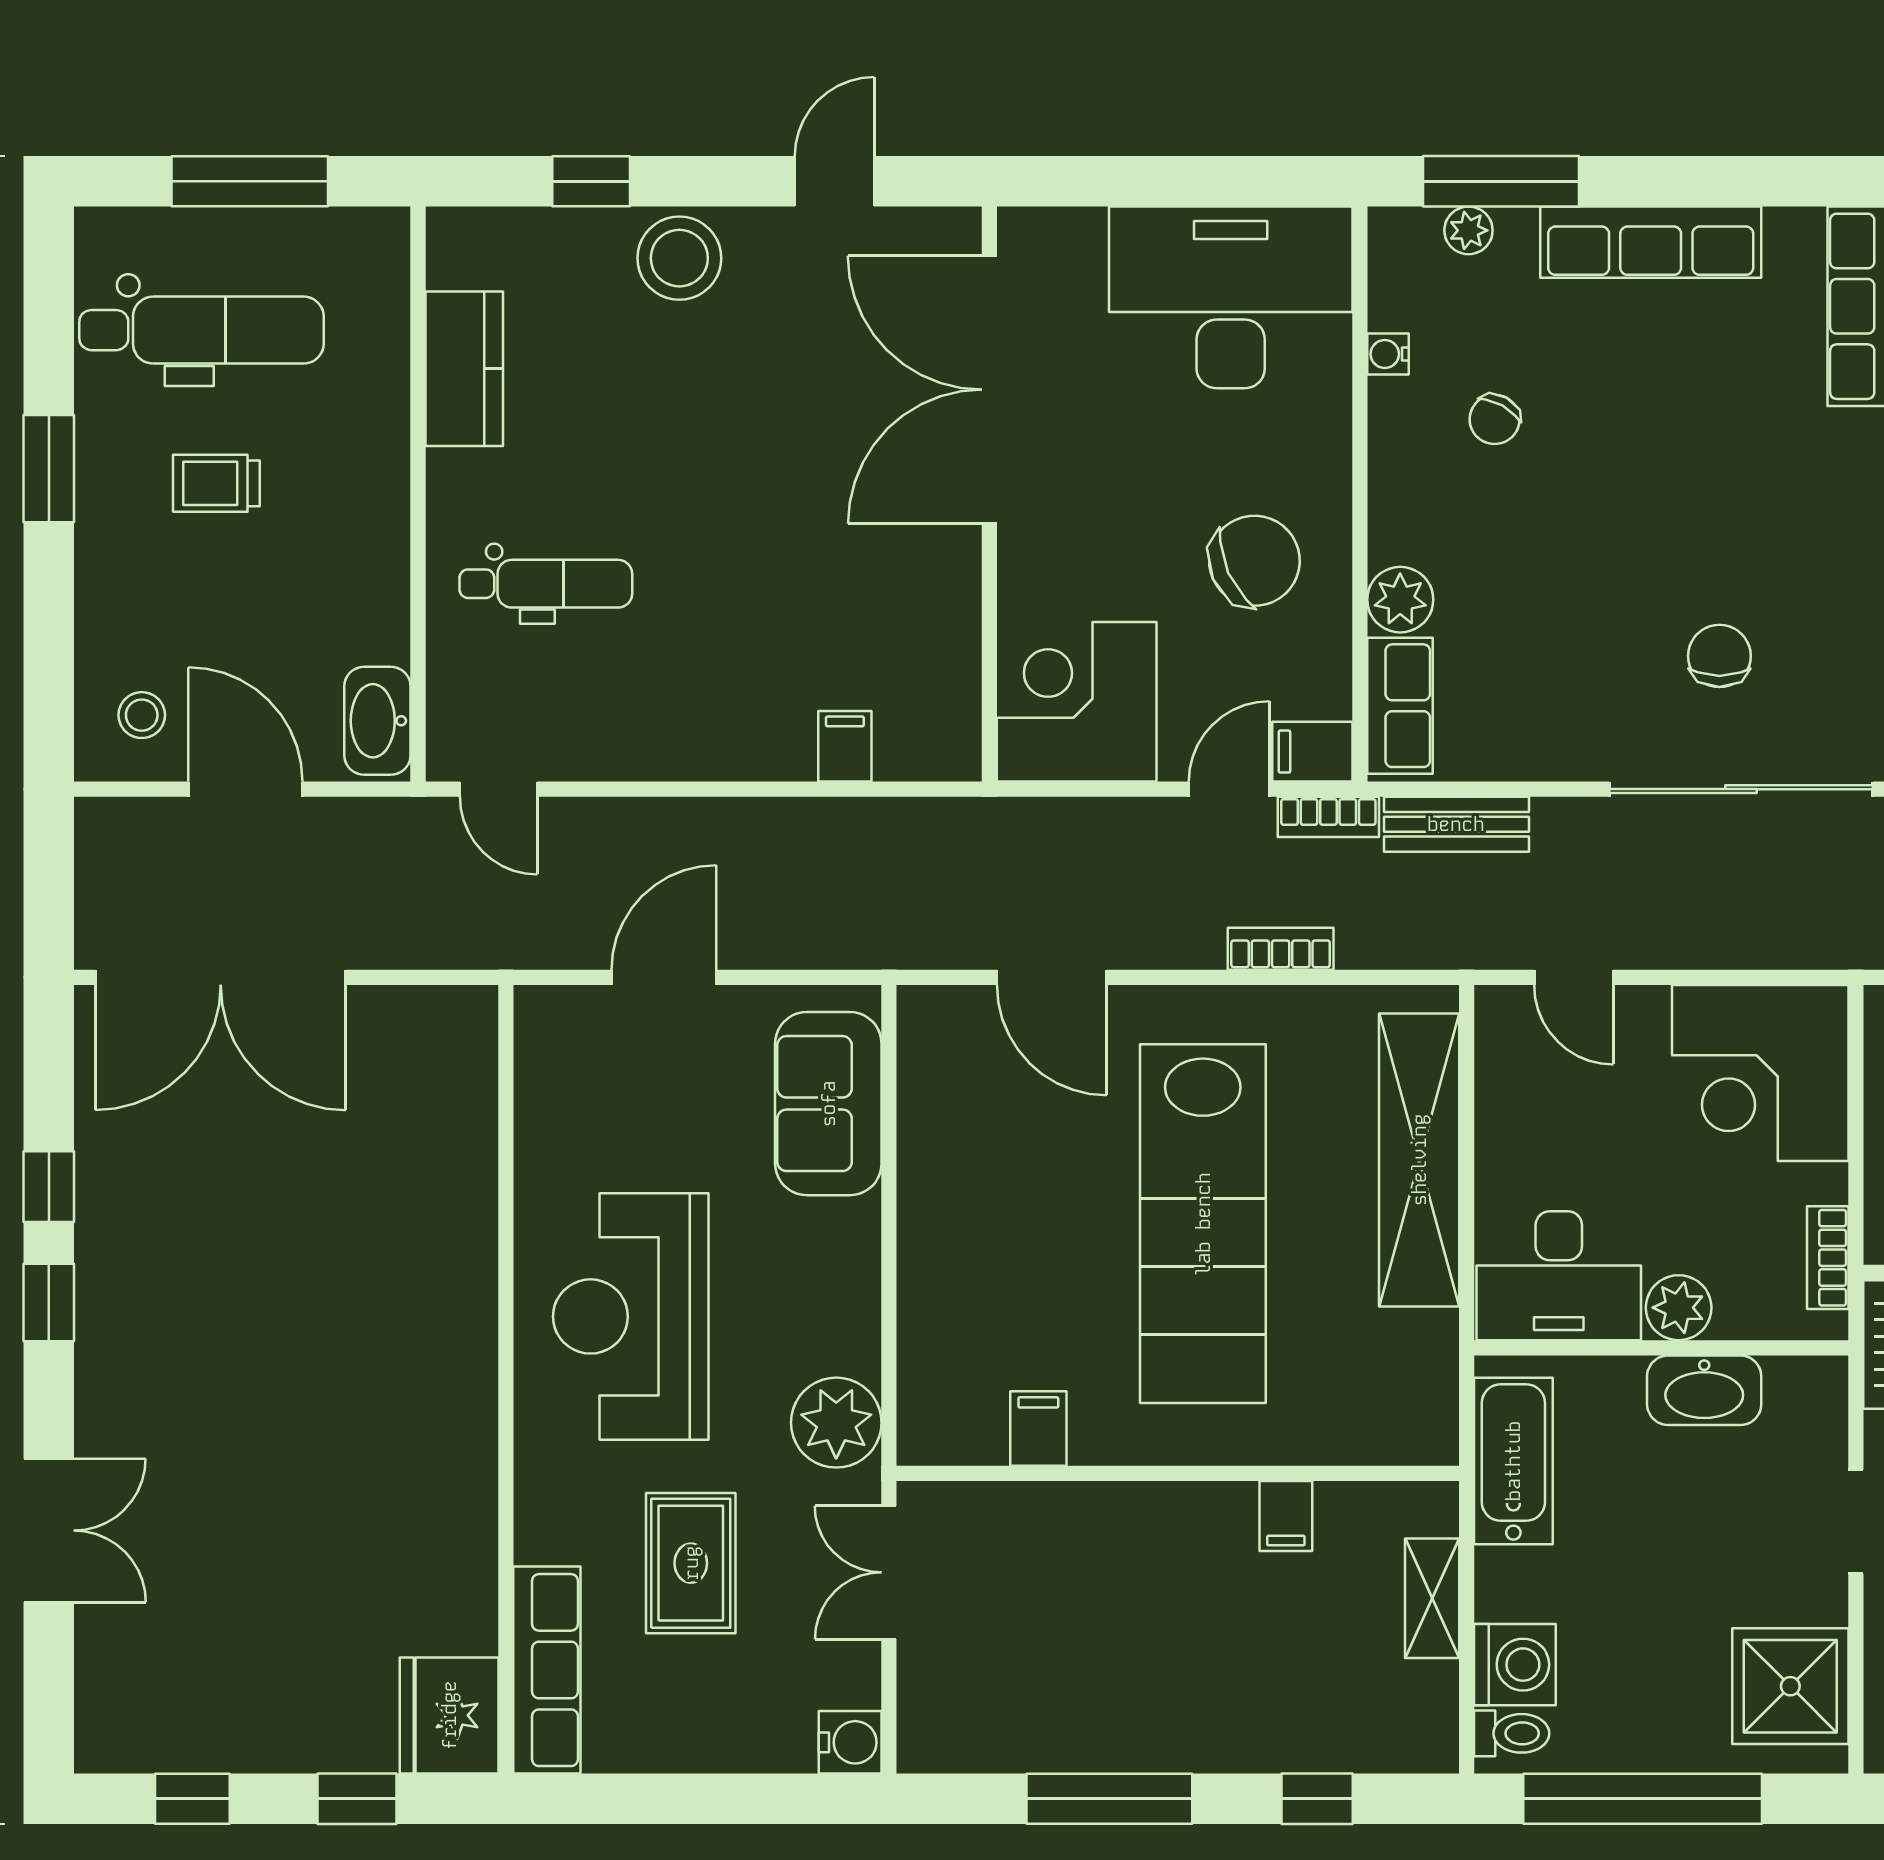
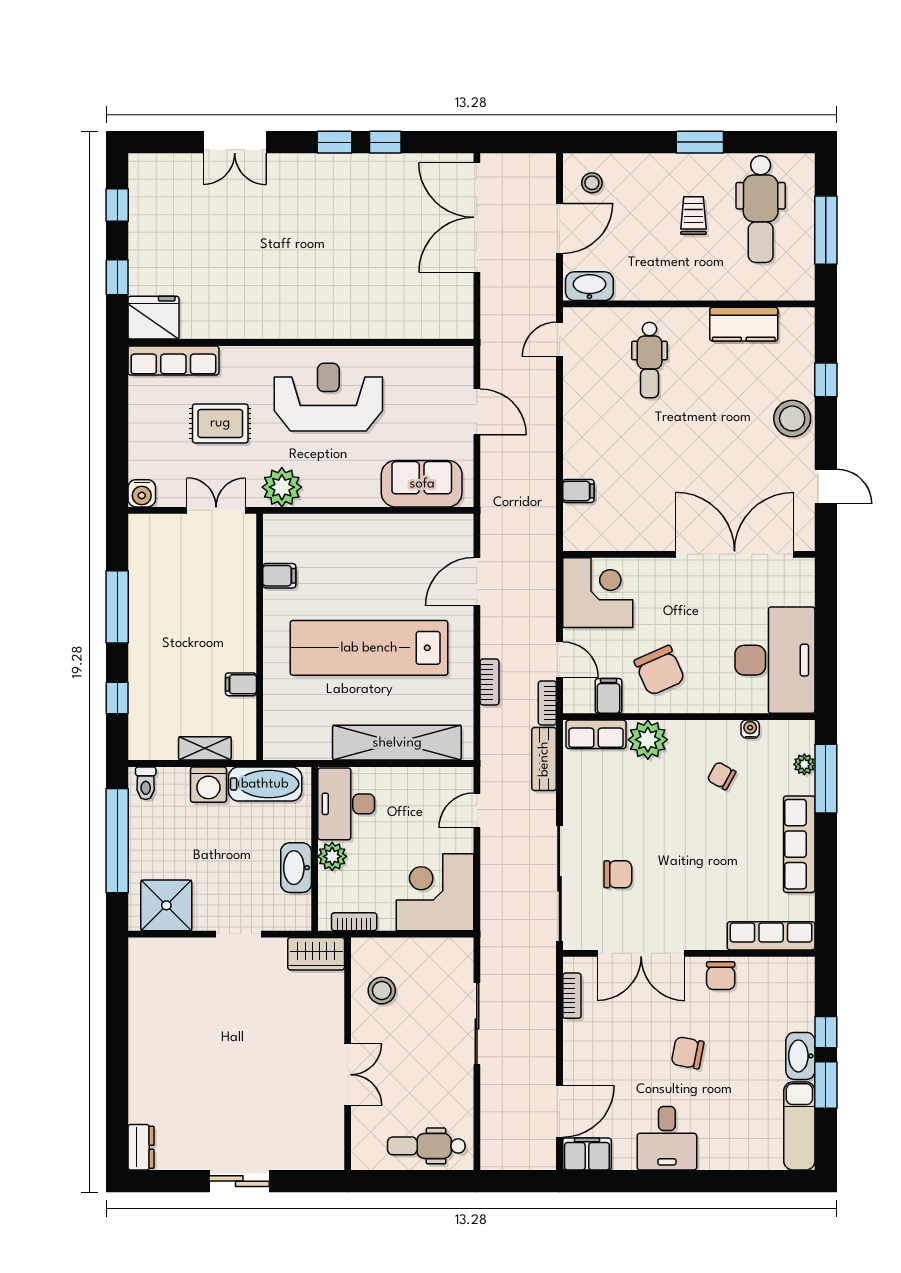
plant: (1400, 600) -> (648, 740), width x1.36, depth x1.36
filing cabinet: (1312, 752) -> (608, 696), moved
washing machine: (1515, 1665) -> (208, 785), moved

